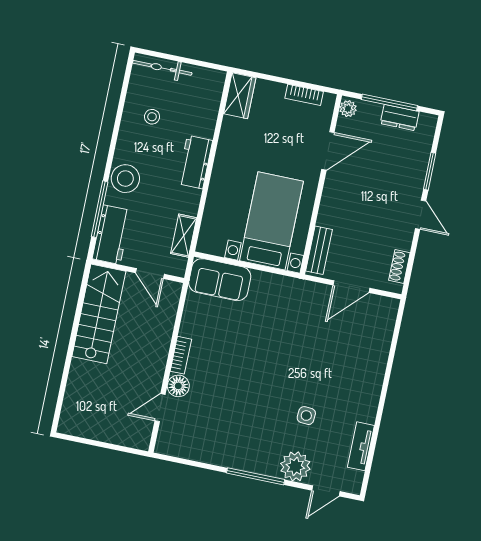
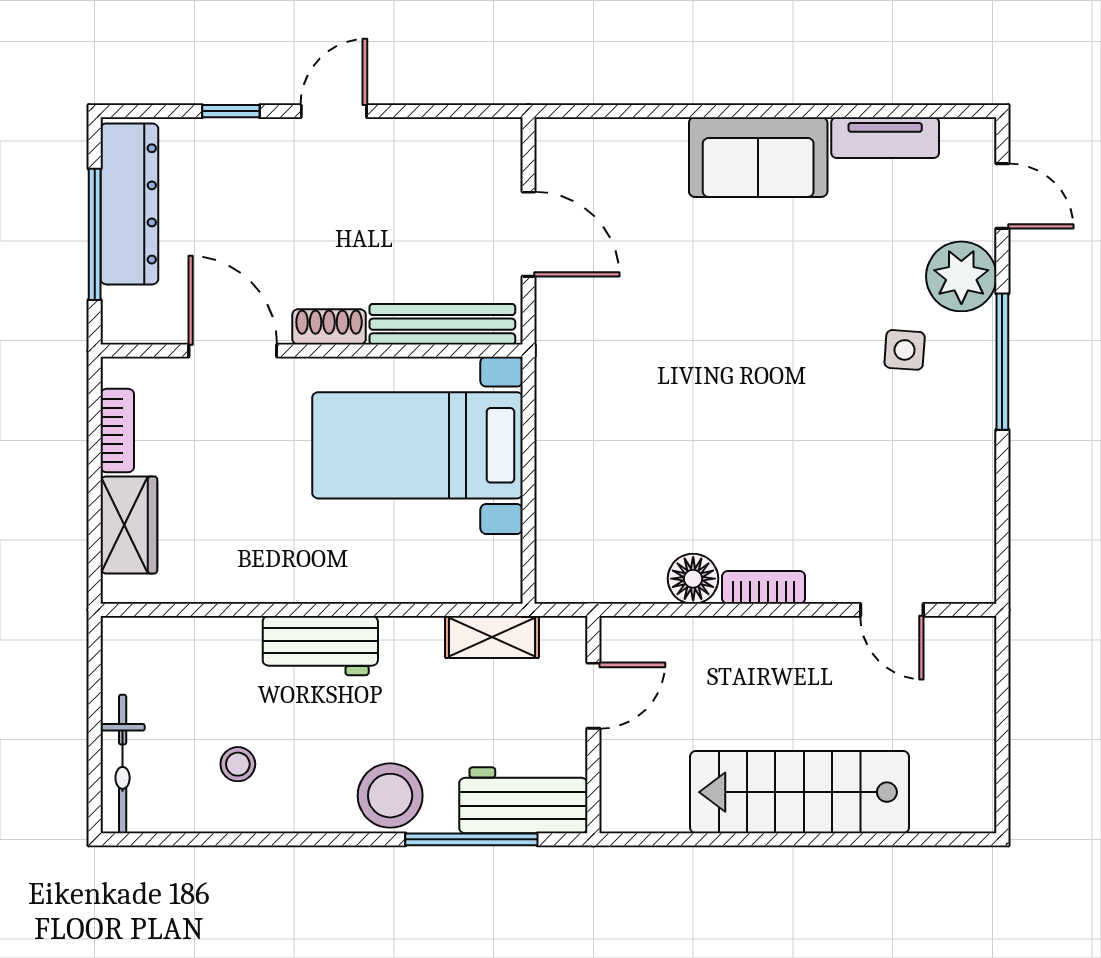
wardrobe: (240, 96) -> (129, 525), moved, turned 90
plant: (348, 109) -> (128, 325), removed
dresser: (400, 118) -> (129, 204), width x1.96, depth x1.24
window: (430, 171) -> (231, 111), width x0.67
bench: (319, 250) -> (442, 324), width x1.36
shoe rack: (399, 266) -> (329, 327), moved, turned 180
sofa: (220, 280) -> (758, 157), moved, turned 90
stairs: (99, 314) -> (799, 792), moved
floor lamp: (178, 386) -> (693, 579), moved
side table: (306, 416) -> (905, 350), moved

